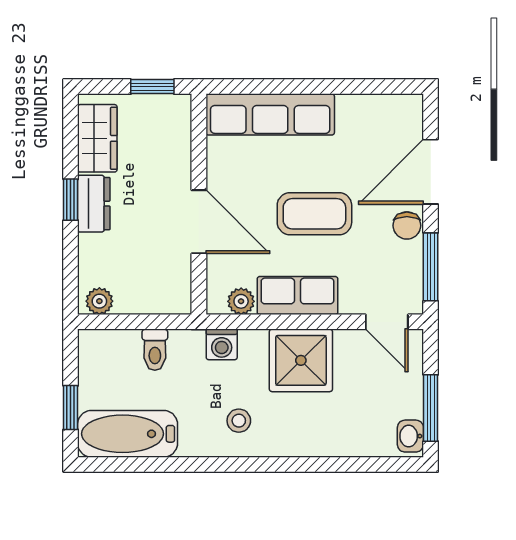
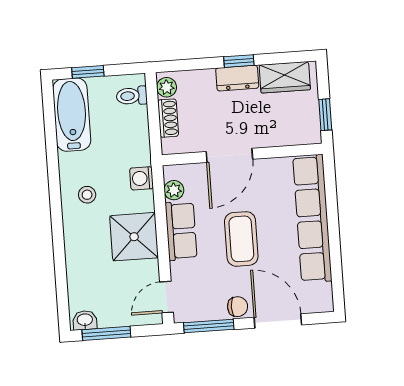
row of seats: (270, 114) -> (312, 219), width x1.36
chair: (407, 226) -> (238, 307), turned 180
shoe rack: (142, 302) -> (168, 118), added
toilet: (155, 350) -> (132, 96), moved

